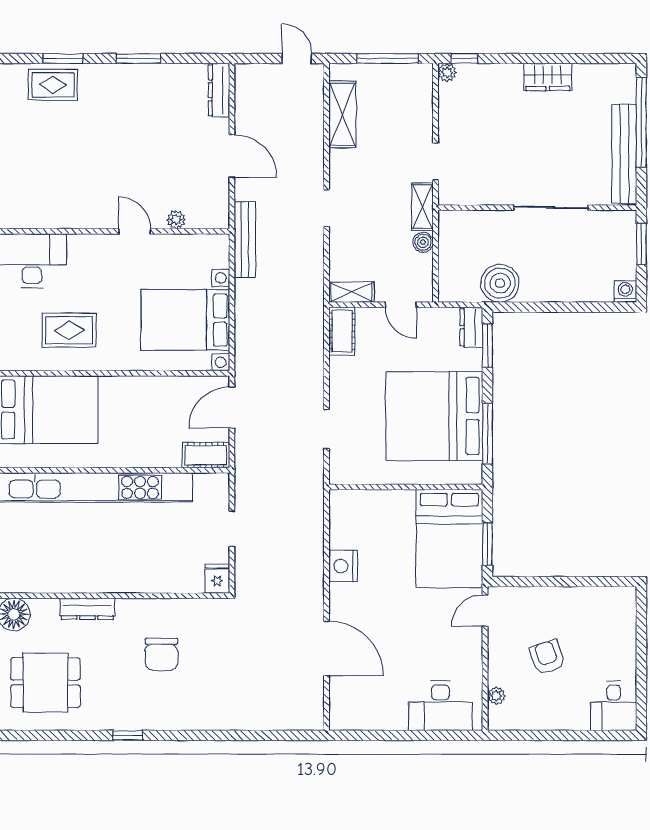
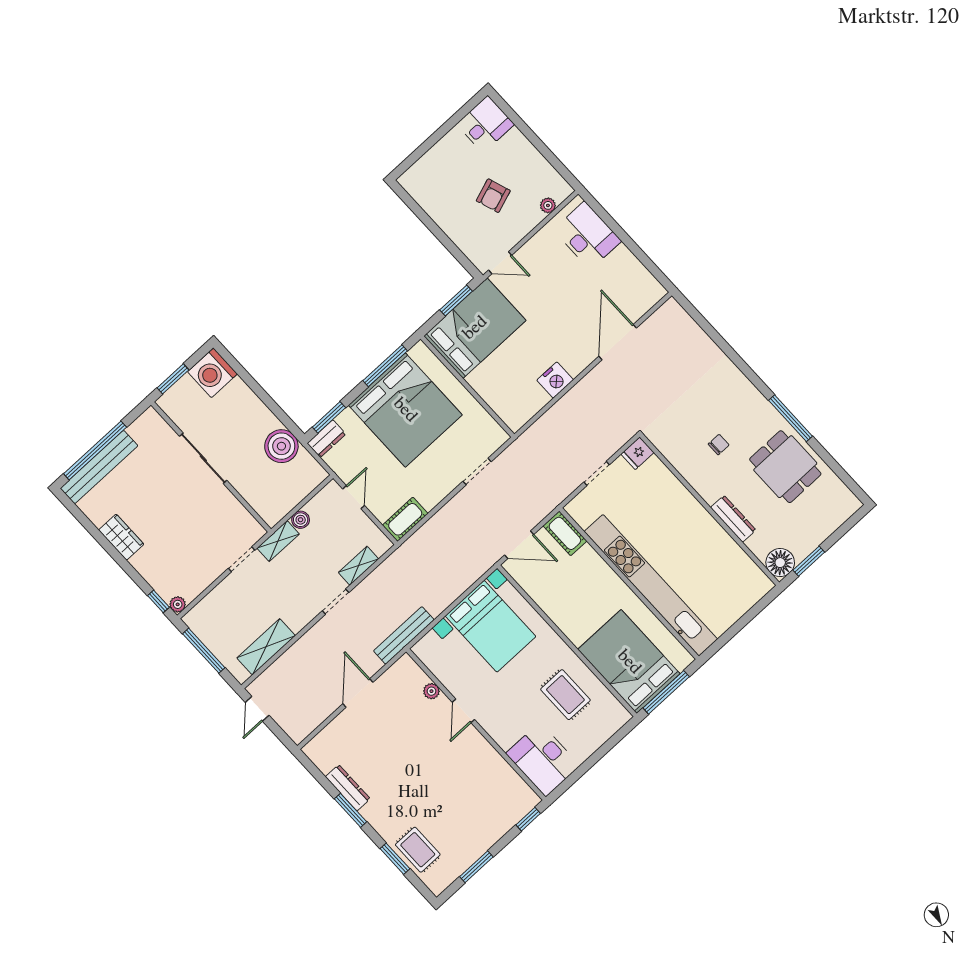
dresser: (219, 90) -> (348, 788), moved, turned -90
bench: (624, 154) -> (99, 467), moved
washing machine: (625, 291) -> (212, 373), width x1.89, depth x1.89
shelving: (351, 292) -> (359, 566), moved, turned 90
chair: (161, 654) -> (719, 445), width x0.54, depth x0.54
dining table: (45, 683) -> (785, 467), moved
window: (128, 735) -> (791, 418), width x2.17

